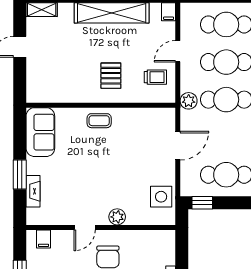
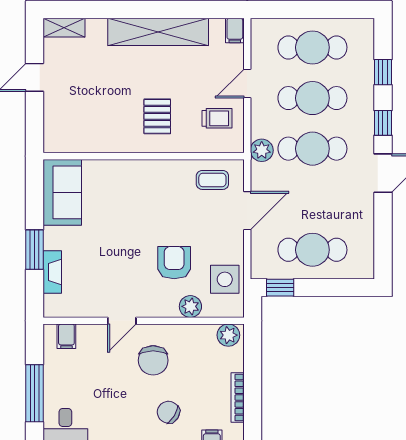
coffee table: (99, 121) -> (212, 180), moved
armchair: (123, 184) -> (174, 263), added
plant: (117, 217) -> (190, 306), moved
plant: (164, 238) -> (228, 335), added

